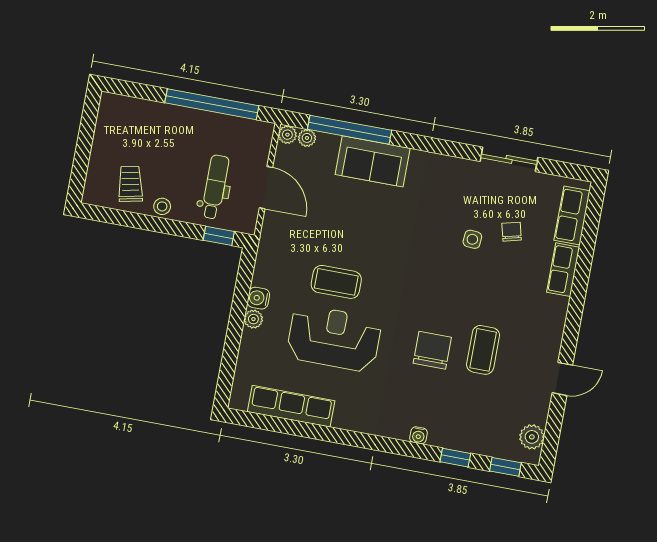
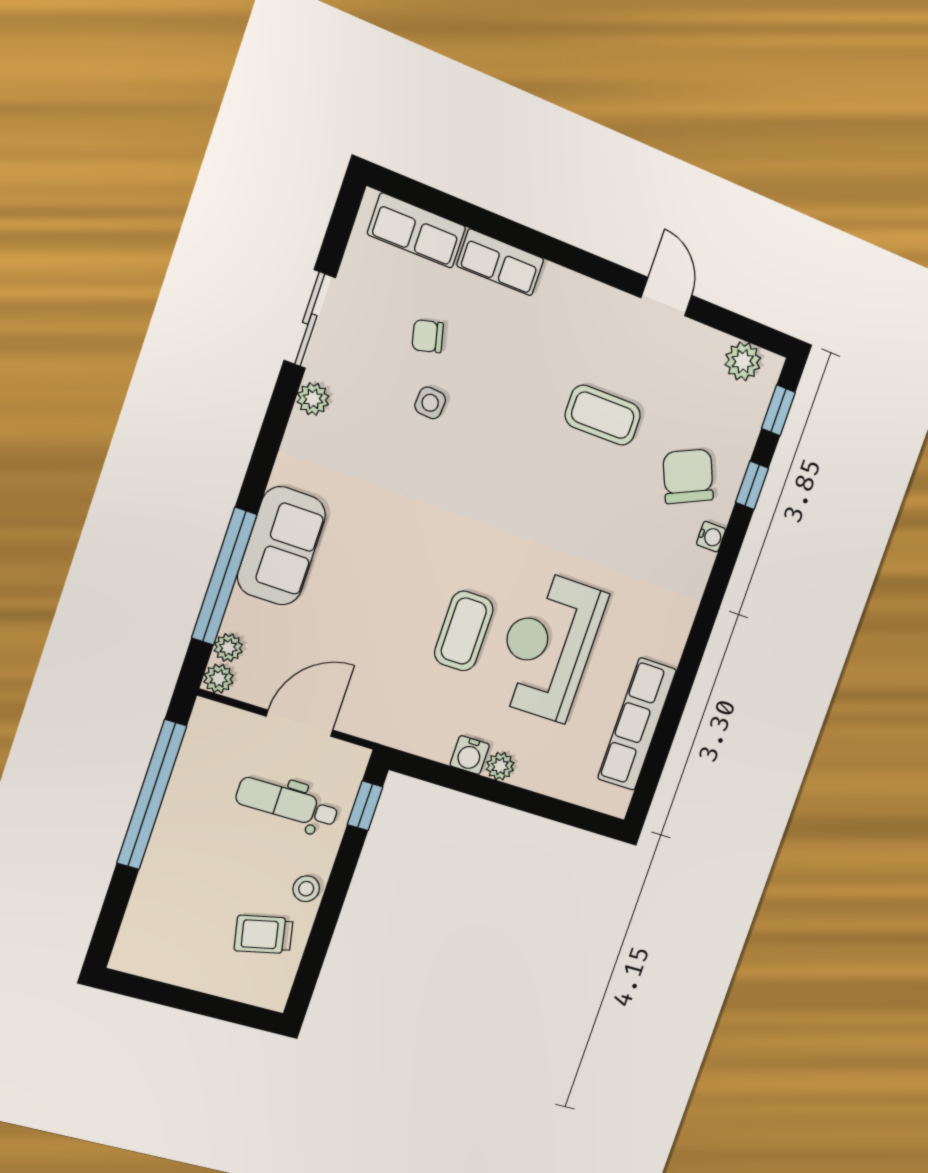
plant: (463, 168) -> (313, 399), added
chair: (432, 350) -> (688, 476), moved, turned 66

